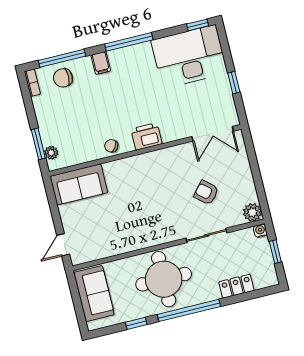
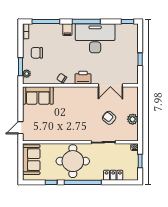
desk: (189, 57) -> (95, 38), moved
chair: (63, 78) -> (37, 53), moved
double door: (213, 134) -> (110, 85), moved
plant: (252, 212) -> (133, 119), moved

